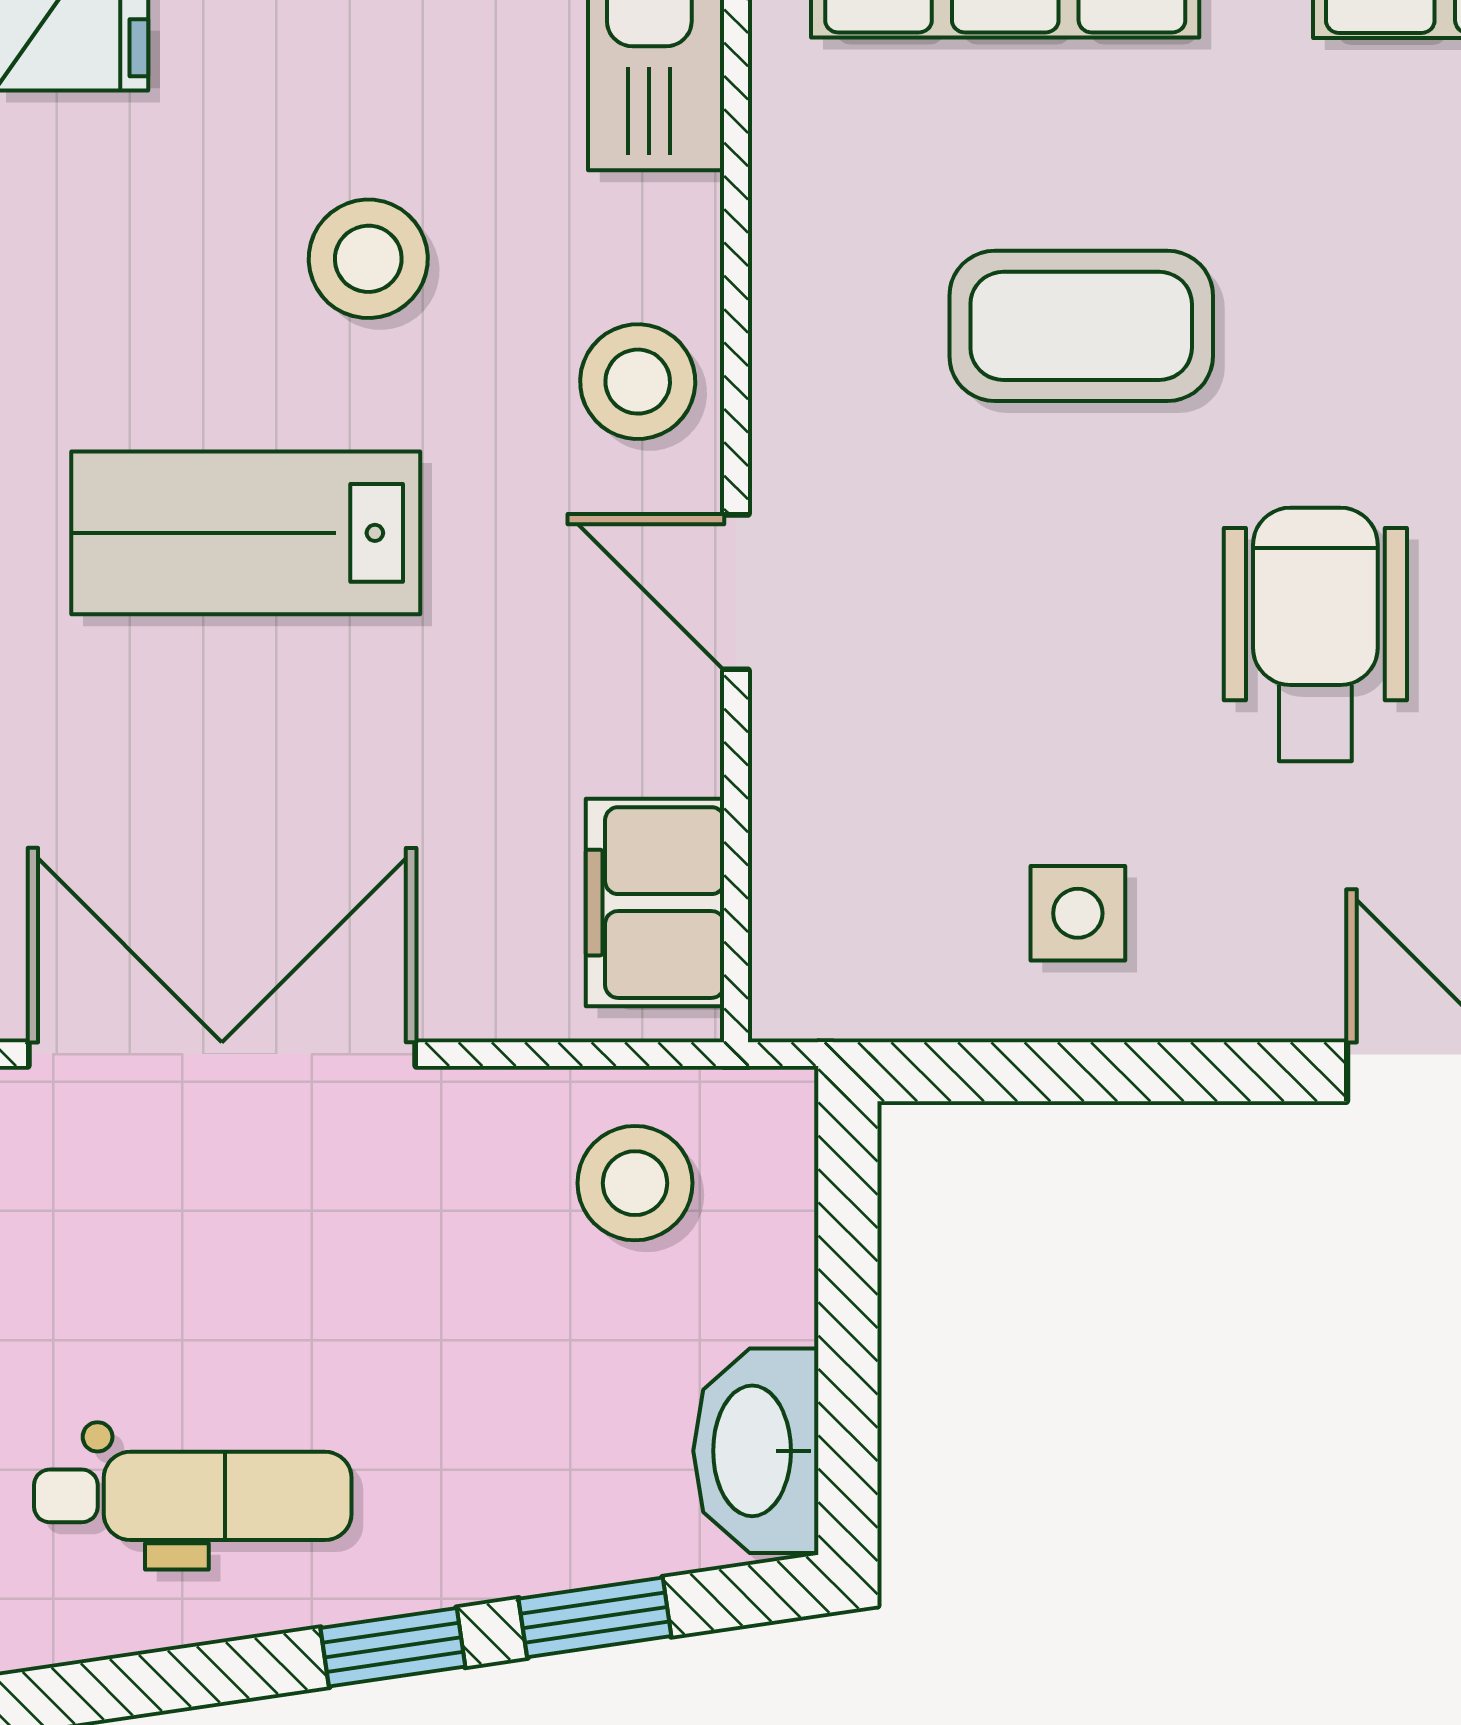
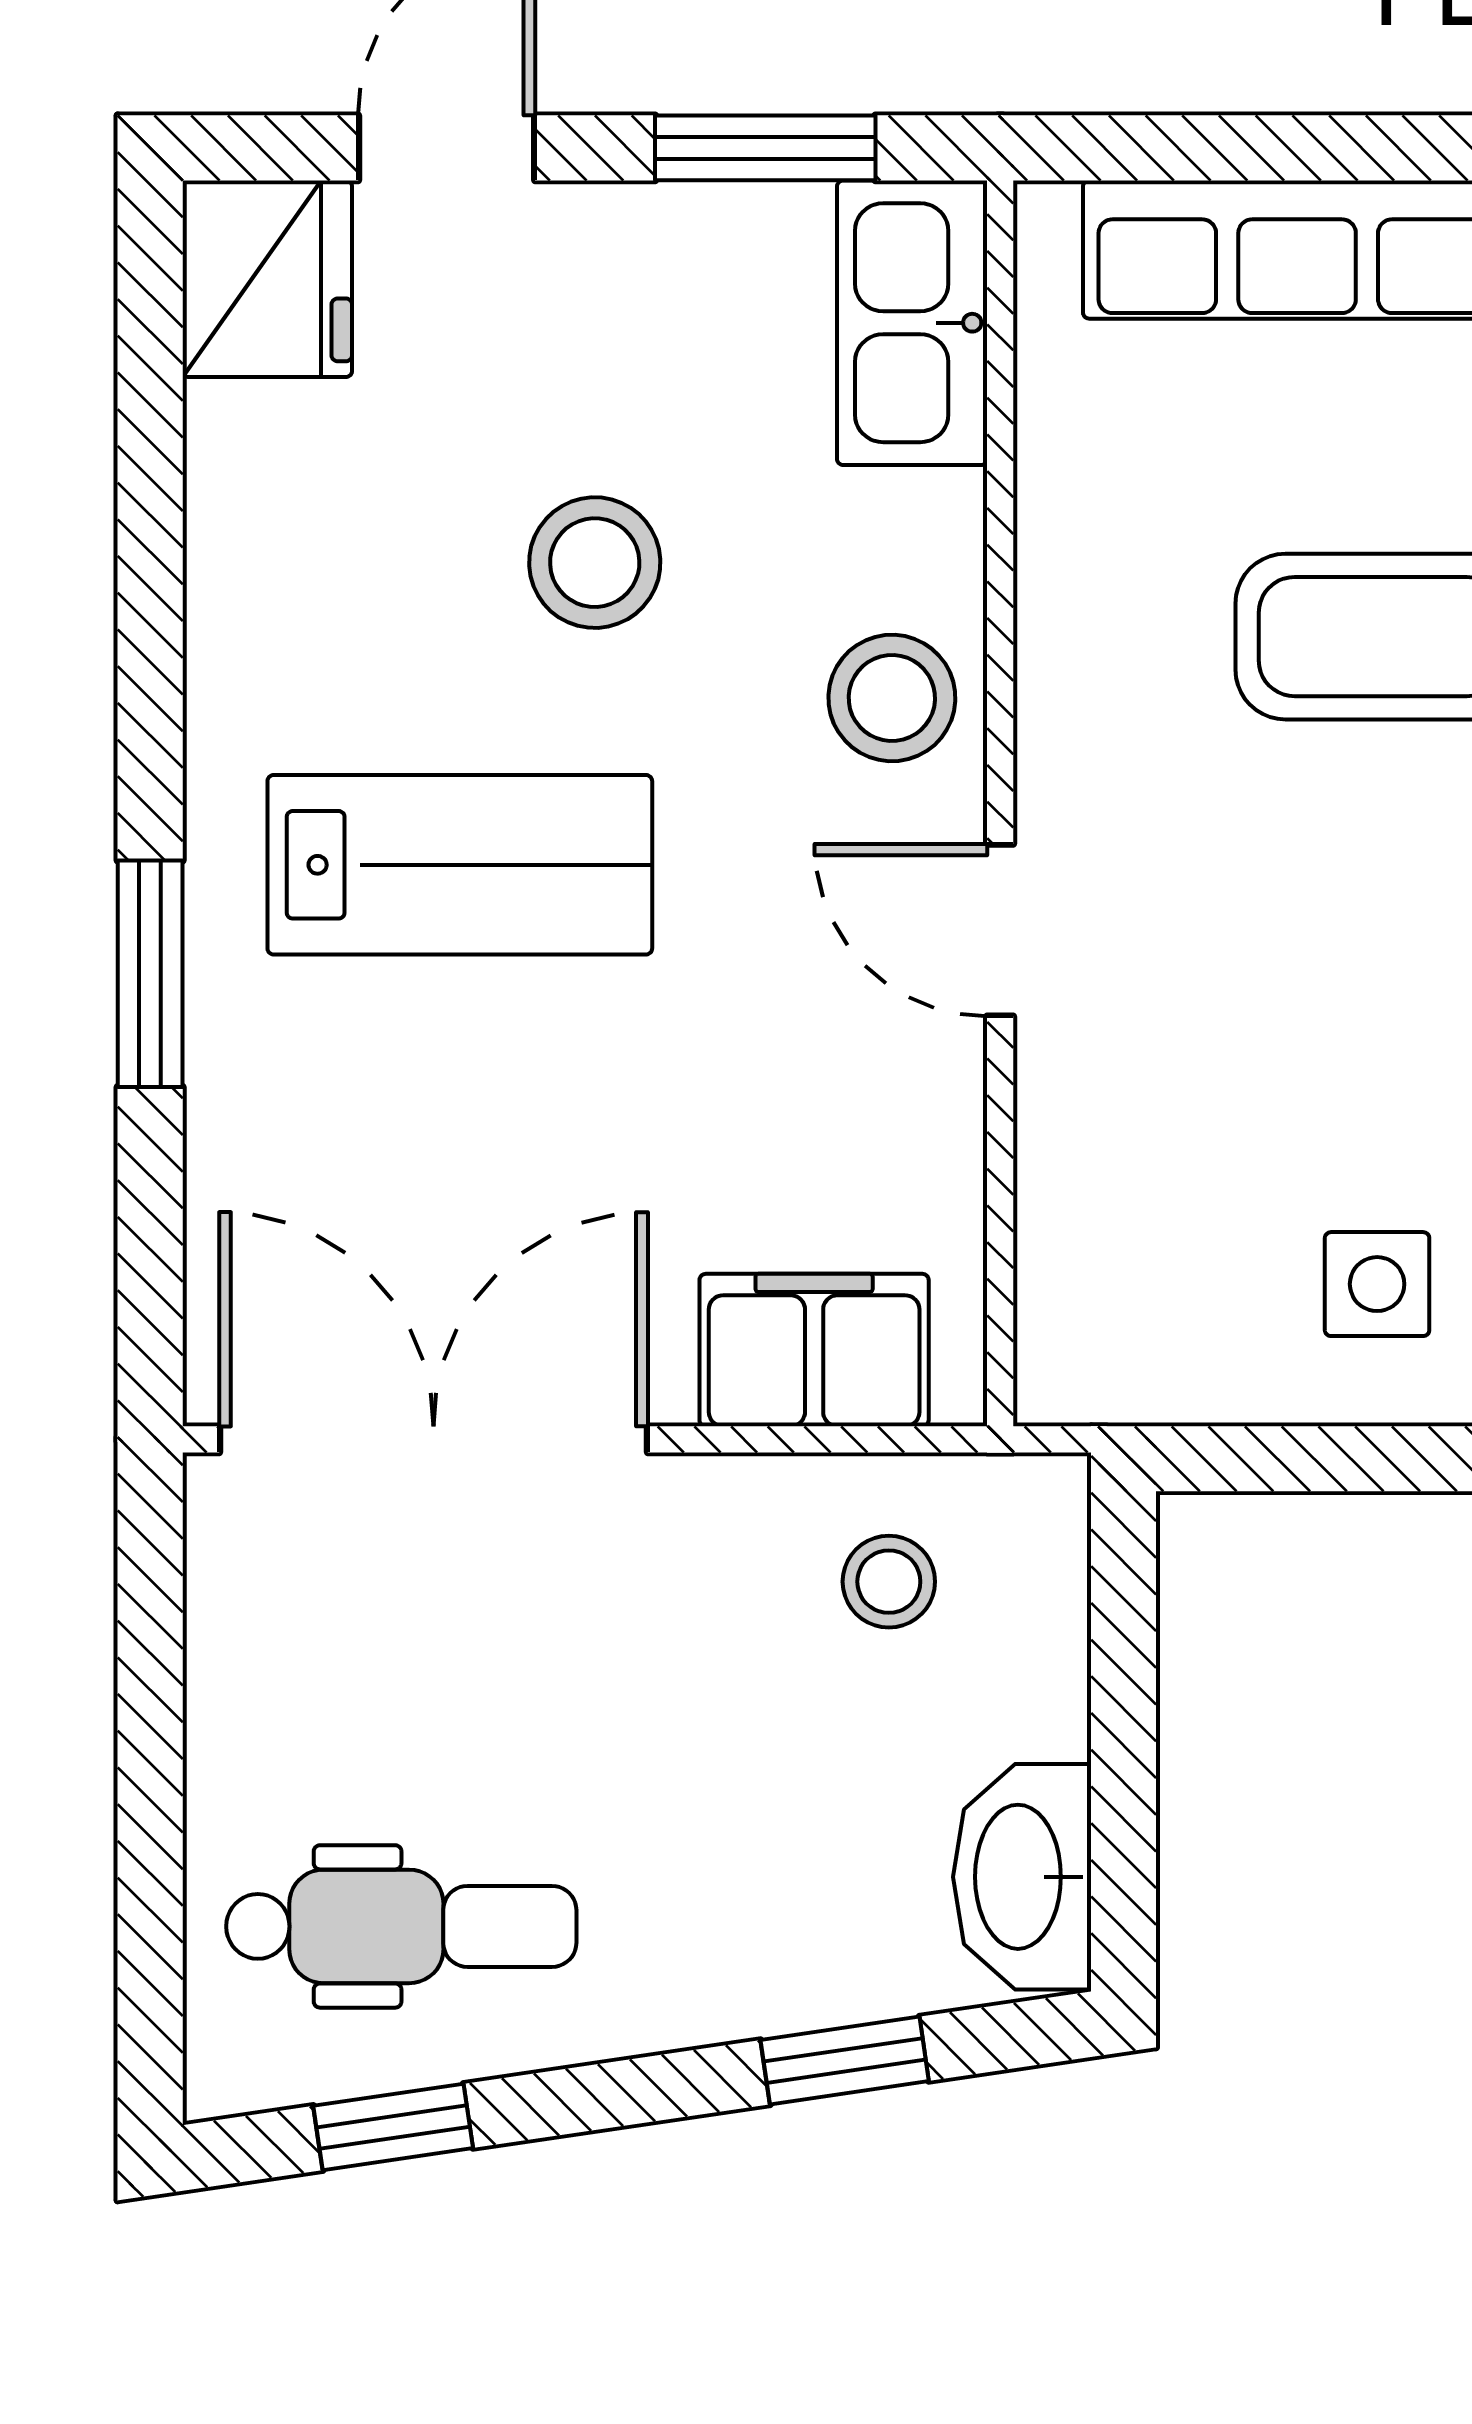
lab bench: (246, 533) -> (460, 865), turned 180
filing cabinet: (655, 903) -> (814, 1350), moved, turned 90
stool: (635, 1183) -> (889, 1582), width x0.73, depth x0.73
window: (393, 1647) -> (393, 2127), moved

